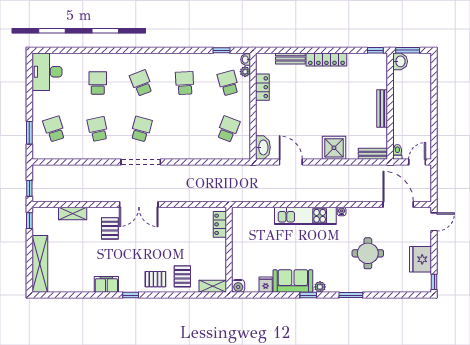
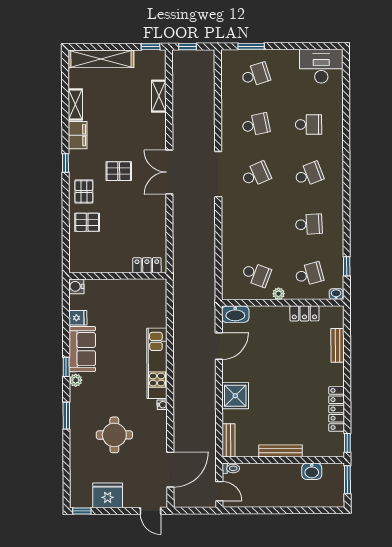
locker: (326, 60) -> (337, 409), moved
washbasin: (400, 61) -> (312, 471), moved
plant: (245, 72) -> (279, 294), moved
school desk: (141, 129) -> (256, 175), turned -39
pallet: (110, 228) -> (119, 171), moved
shelving: (213, 286) -> (75, 104), moved

